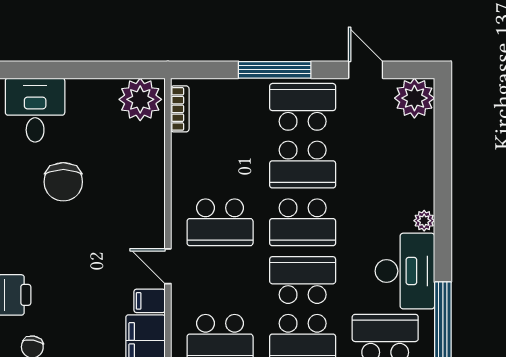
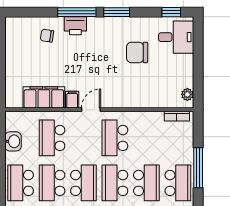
plant: (140, 99) -> (187, 94), width x0.53, depth x0.53
school desk: (303, 165) -> (146, 183), turned 180

